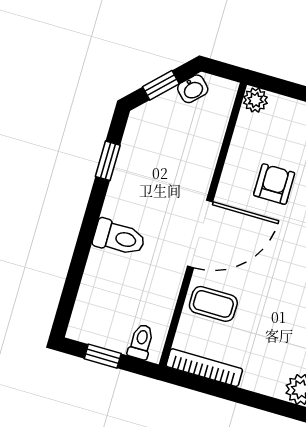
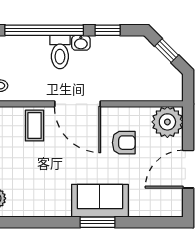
washbasin: (193, 89) -> (81, 43), moved, turned -45
plant: (255, 100) -> (167, 122), width x1.88, depth x1.88
window: (82, 251) -> (44, 30), added

